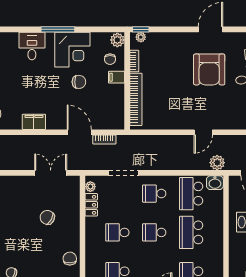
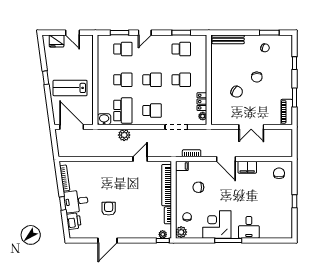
armchair: (209, 69) -> (109, 209), width x0.53, depth x0.53
filing cabinet: (116, 77) -> (182, 166), moved
chair: (79, 82) -> (198, 187), moved
door: (79, 132) -> (226, 159), moved
door: (203, 132) -> (140, 159), moved
plant: (217, 163) -> (124, 135), moved
double door: (51, 173) -> (251, 127), moved
school desk: (191, 232) -> (123, 80), width x0.54
chair: (70, 259) -> (257, 77), moved

